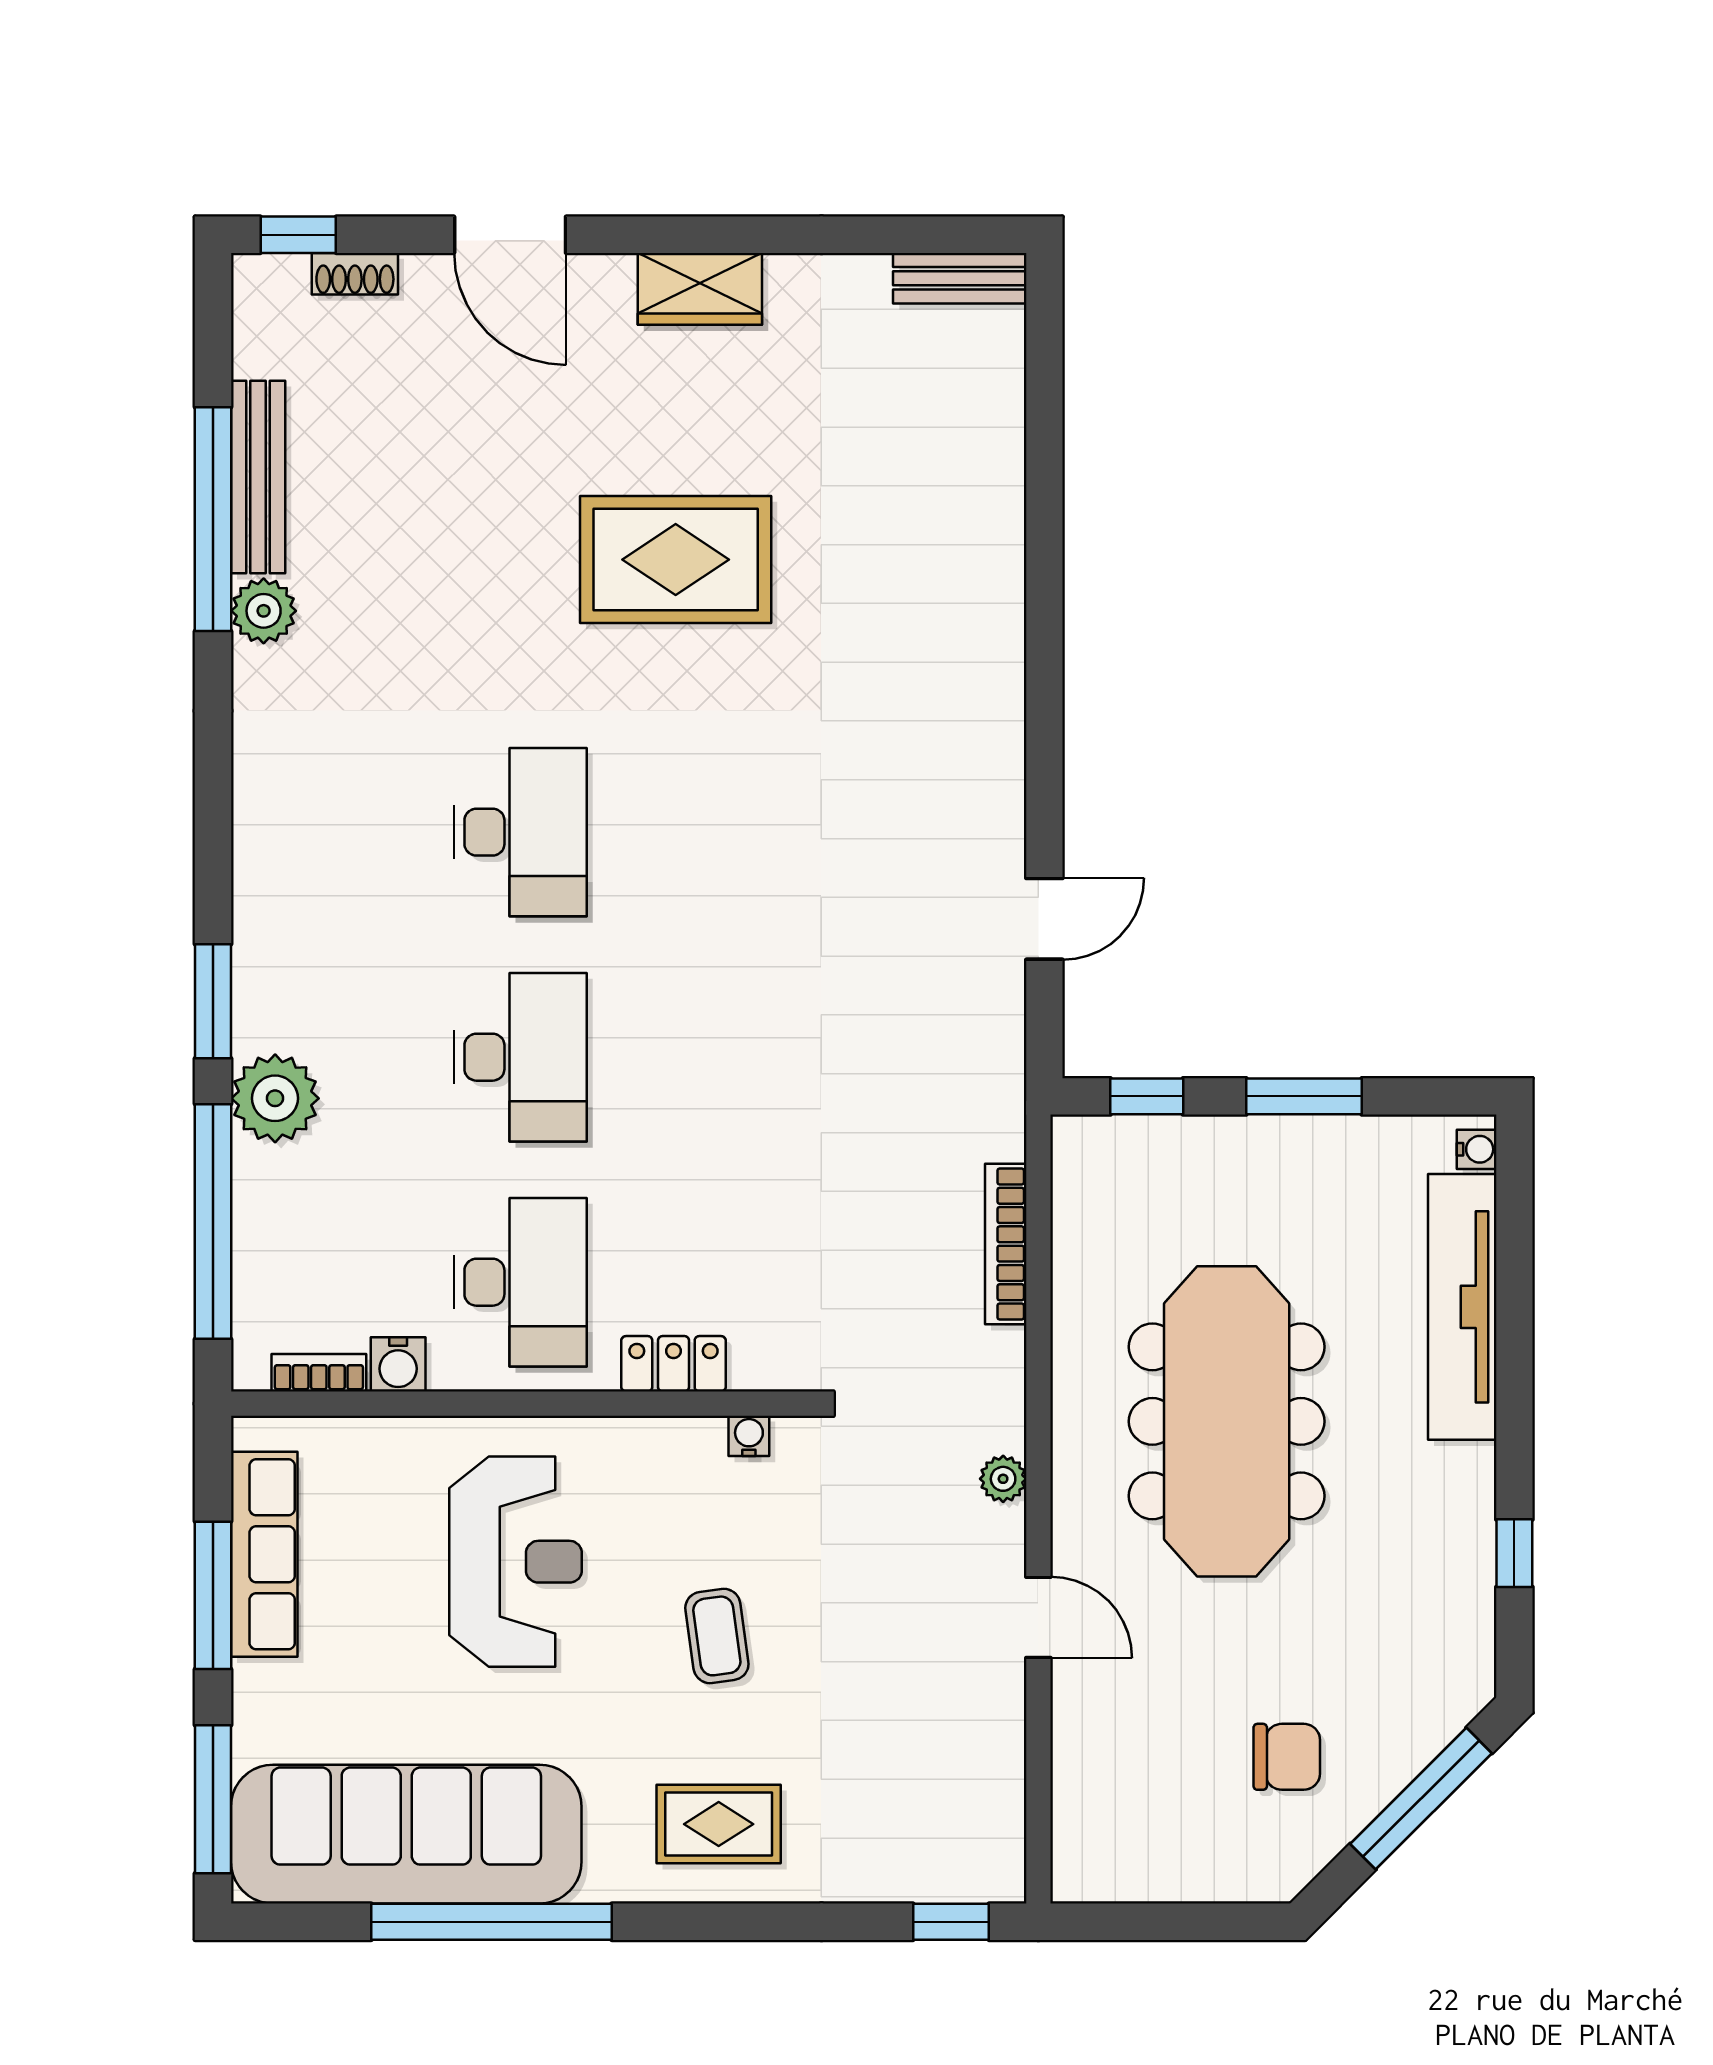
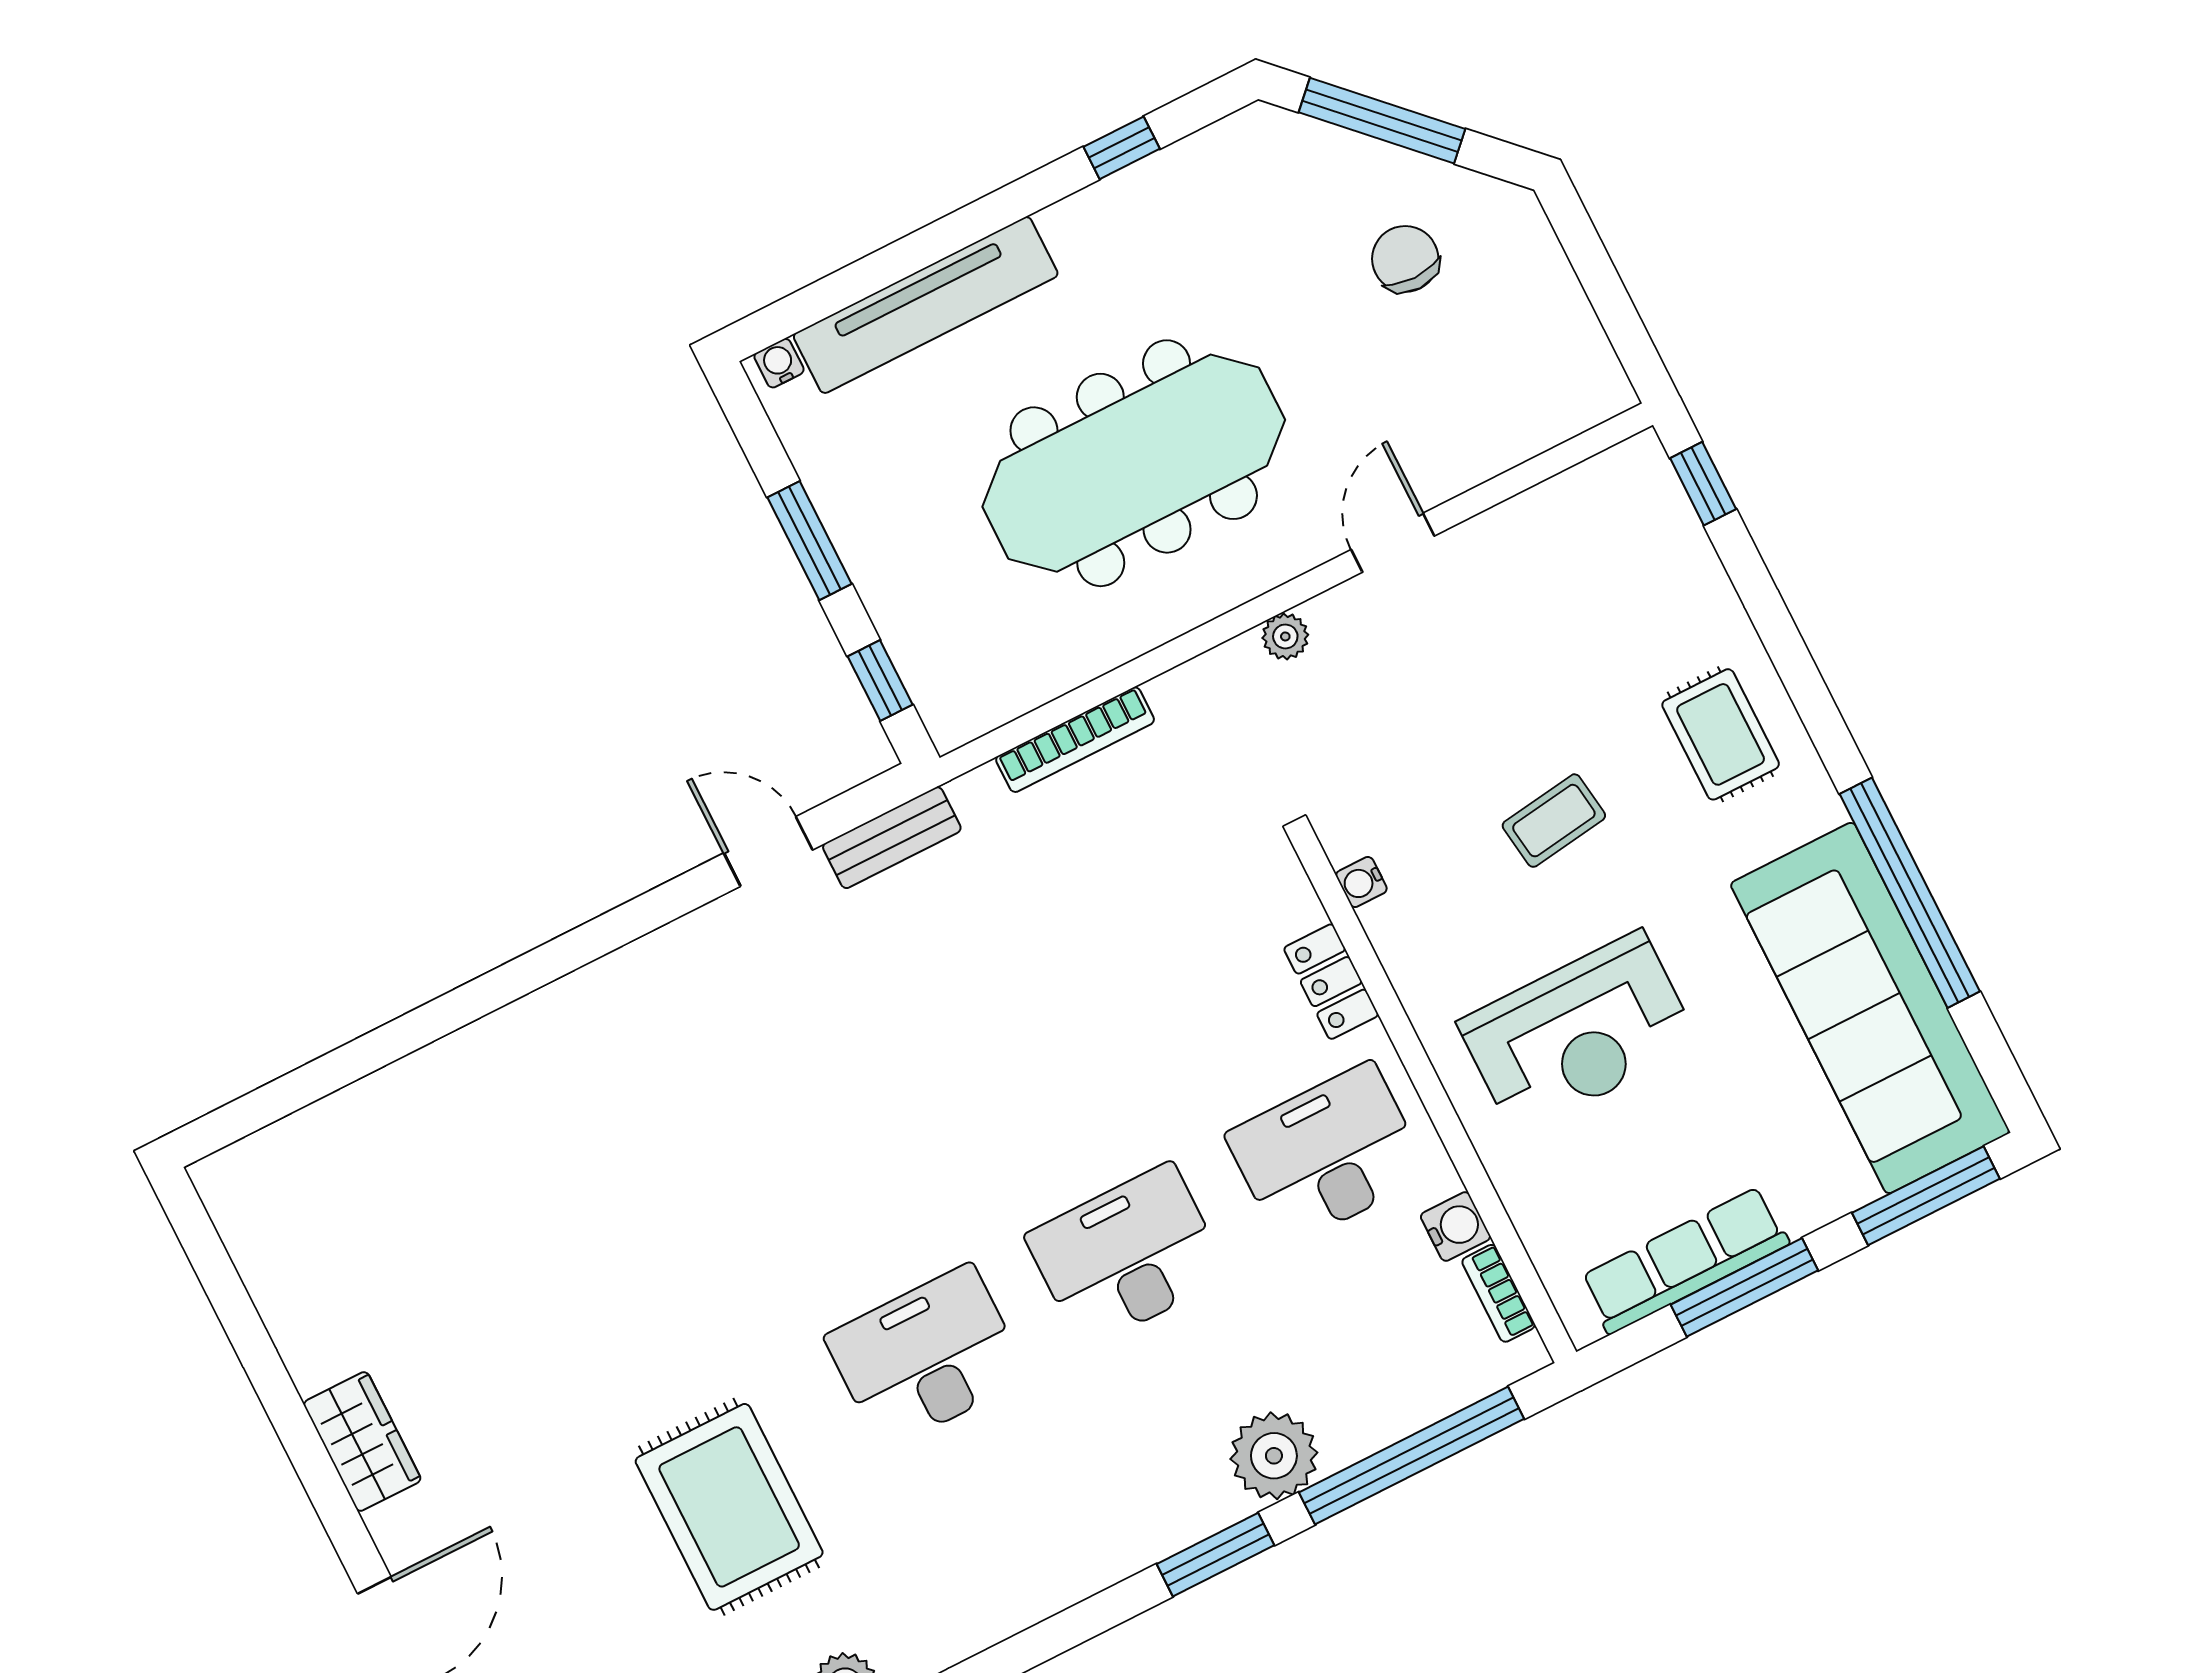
bench: (960, 278) -> (892, 838), moved, turned 90
rug: (676, 560) -> (729, 1507), moved
reception desk: (515, 1562) -> (1578, 1033), turned 180

